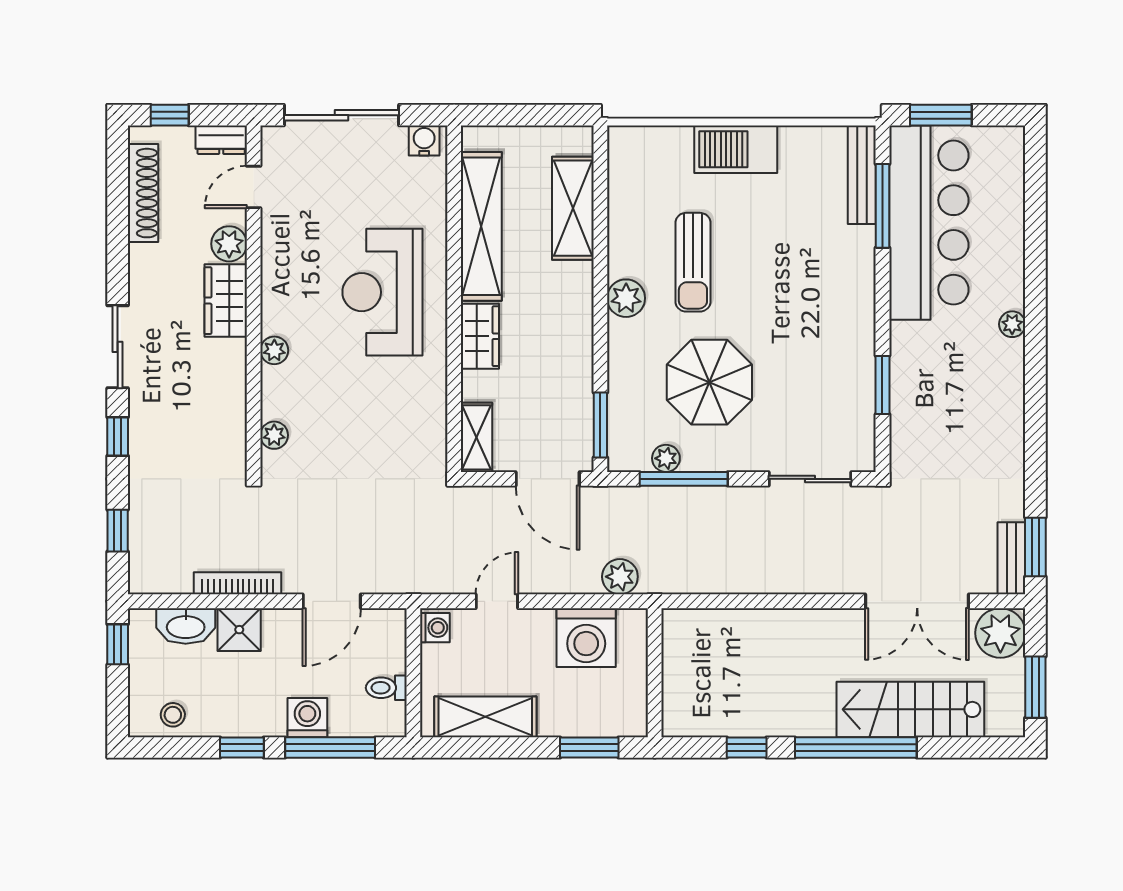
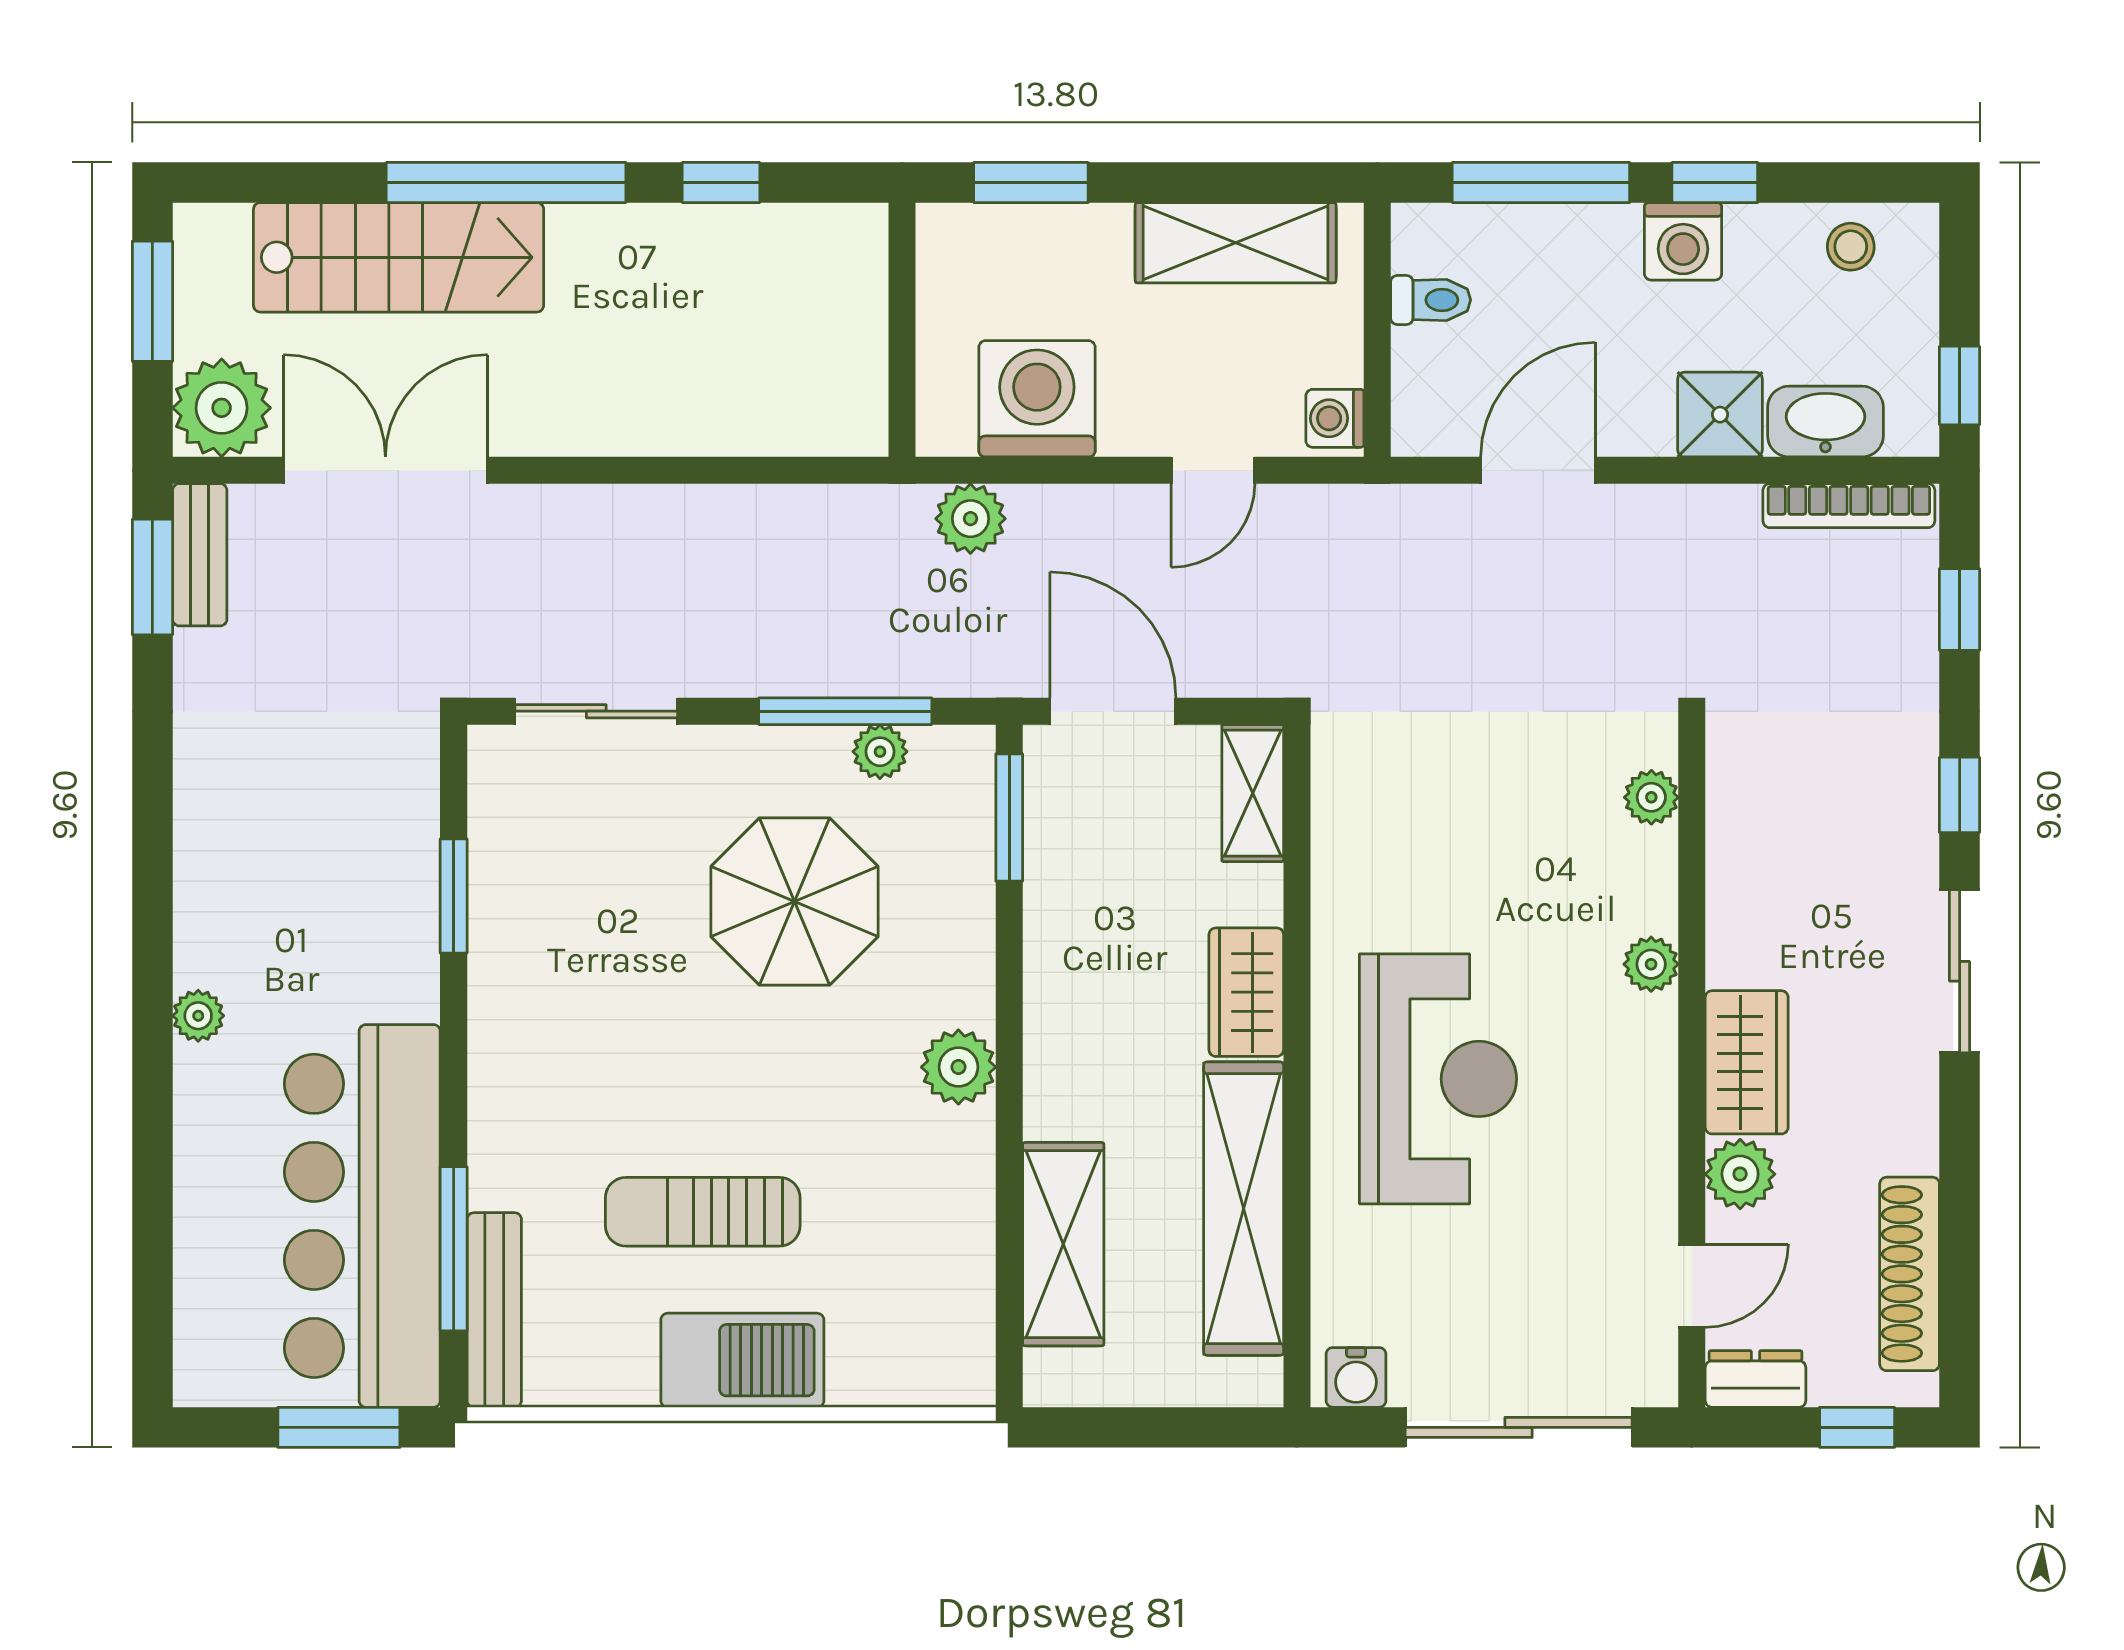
sun lounger: (693, 262) -> (703, 1212), moved, turned -90
bookcase: (238, 583) -> (1849, 506), moved
washing machine: (307, 718) -> (1683, 241), moved

